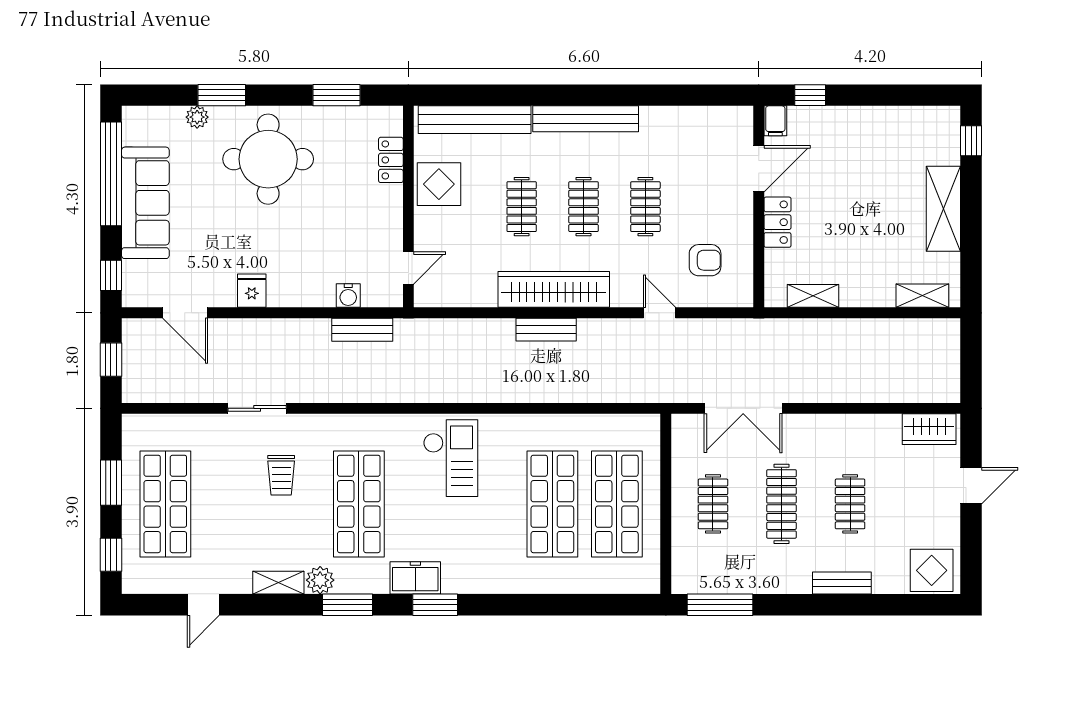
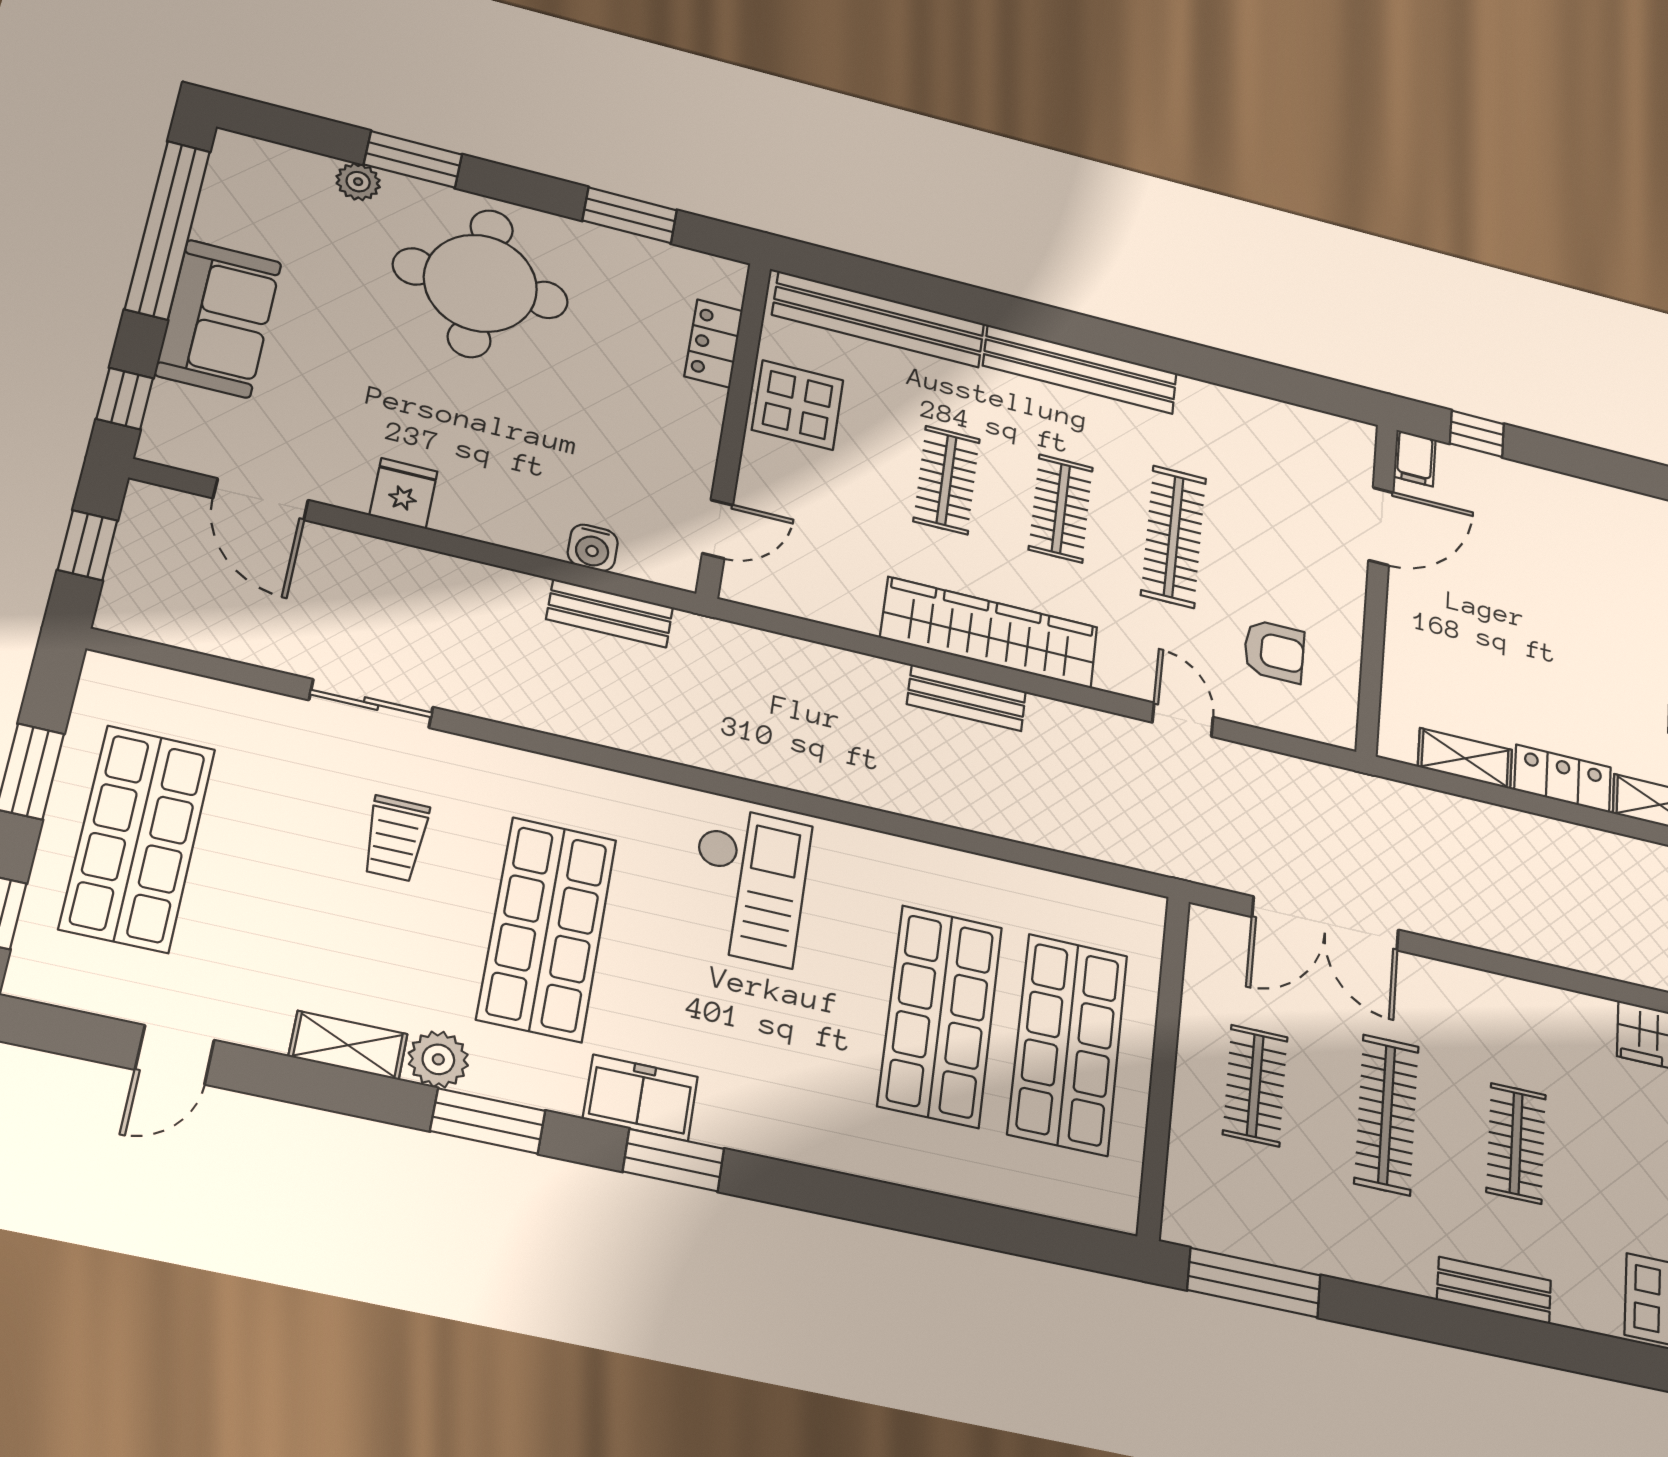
sofa: (145, 203) -> (218, 318), width x0.73
clothes rail: (645, 207) -> (1174, 536), width x1.36
locker: (778, 222) -> (1563, 779), moved, turned -90

